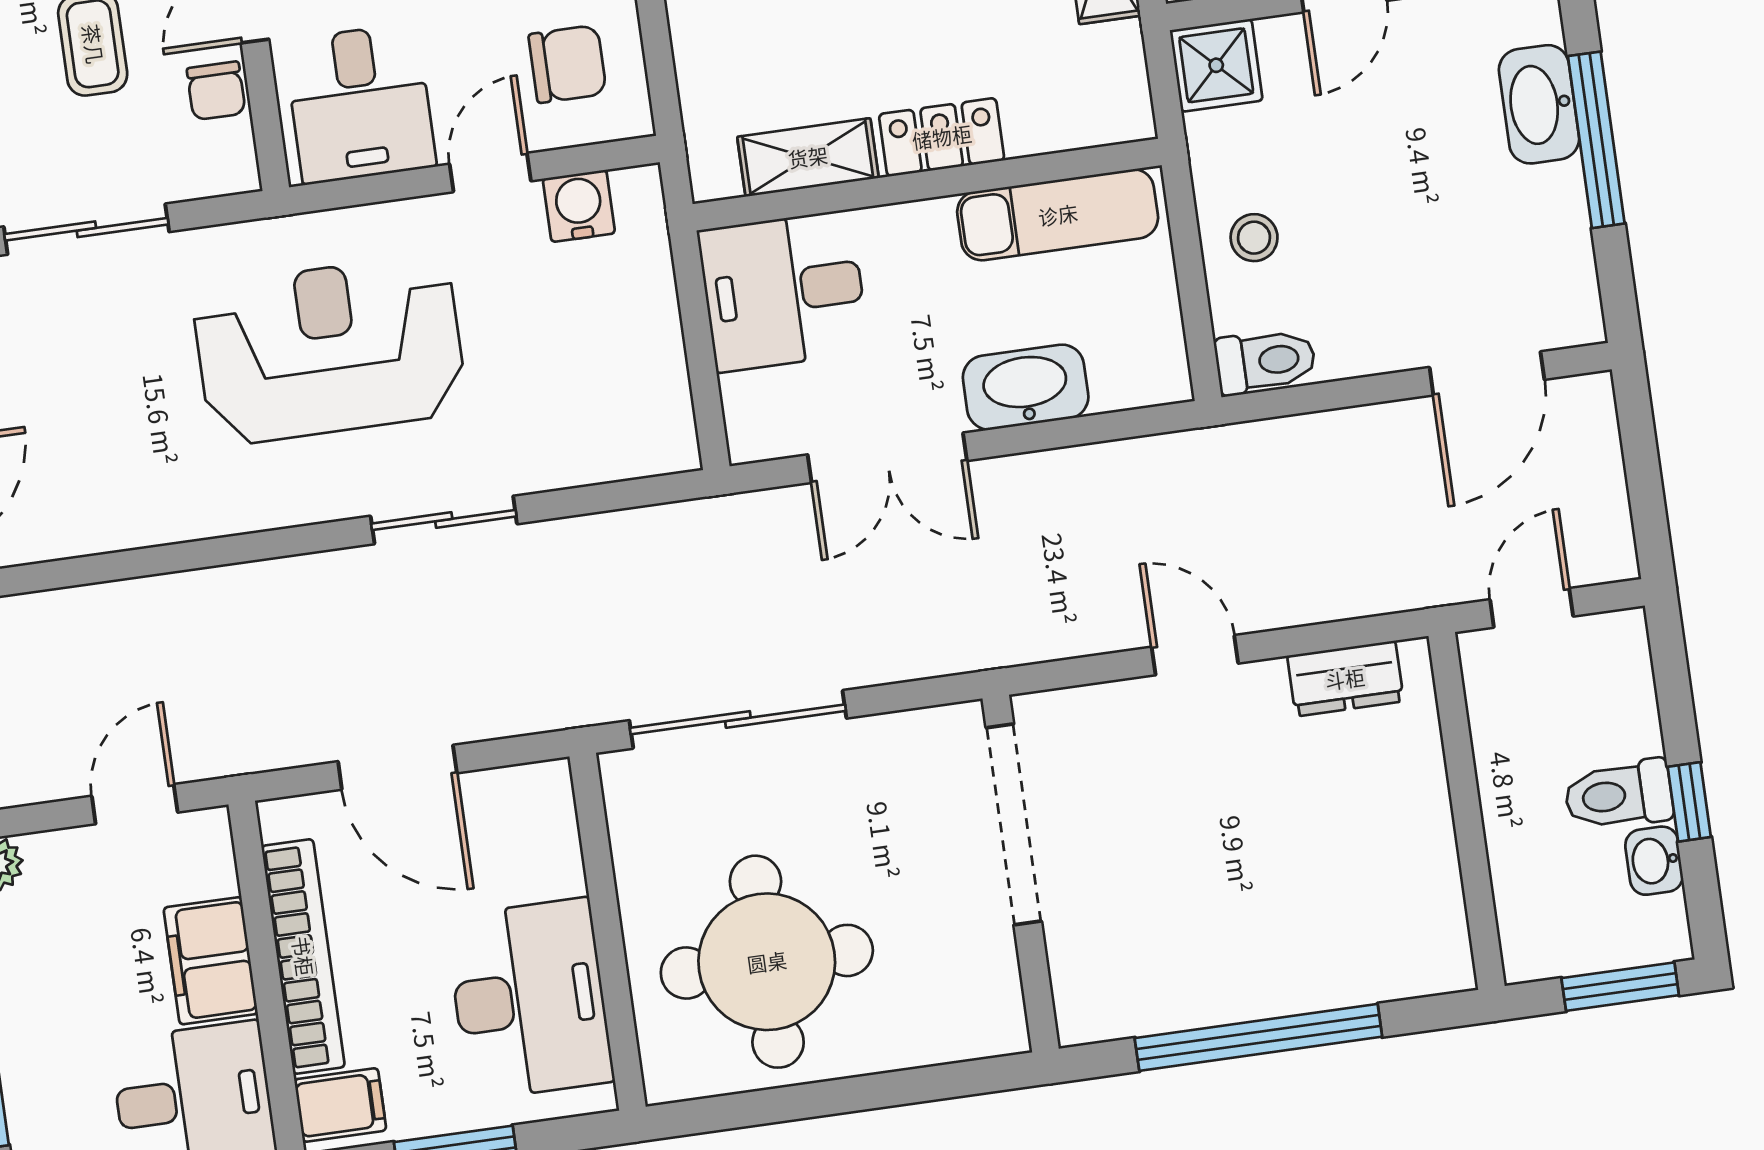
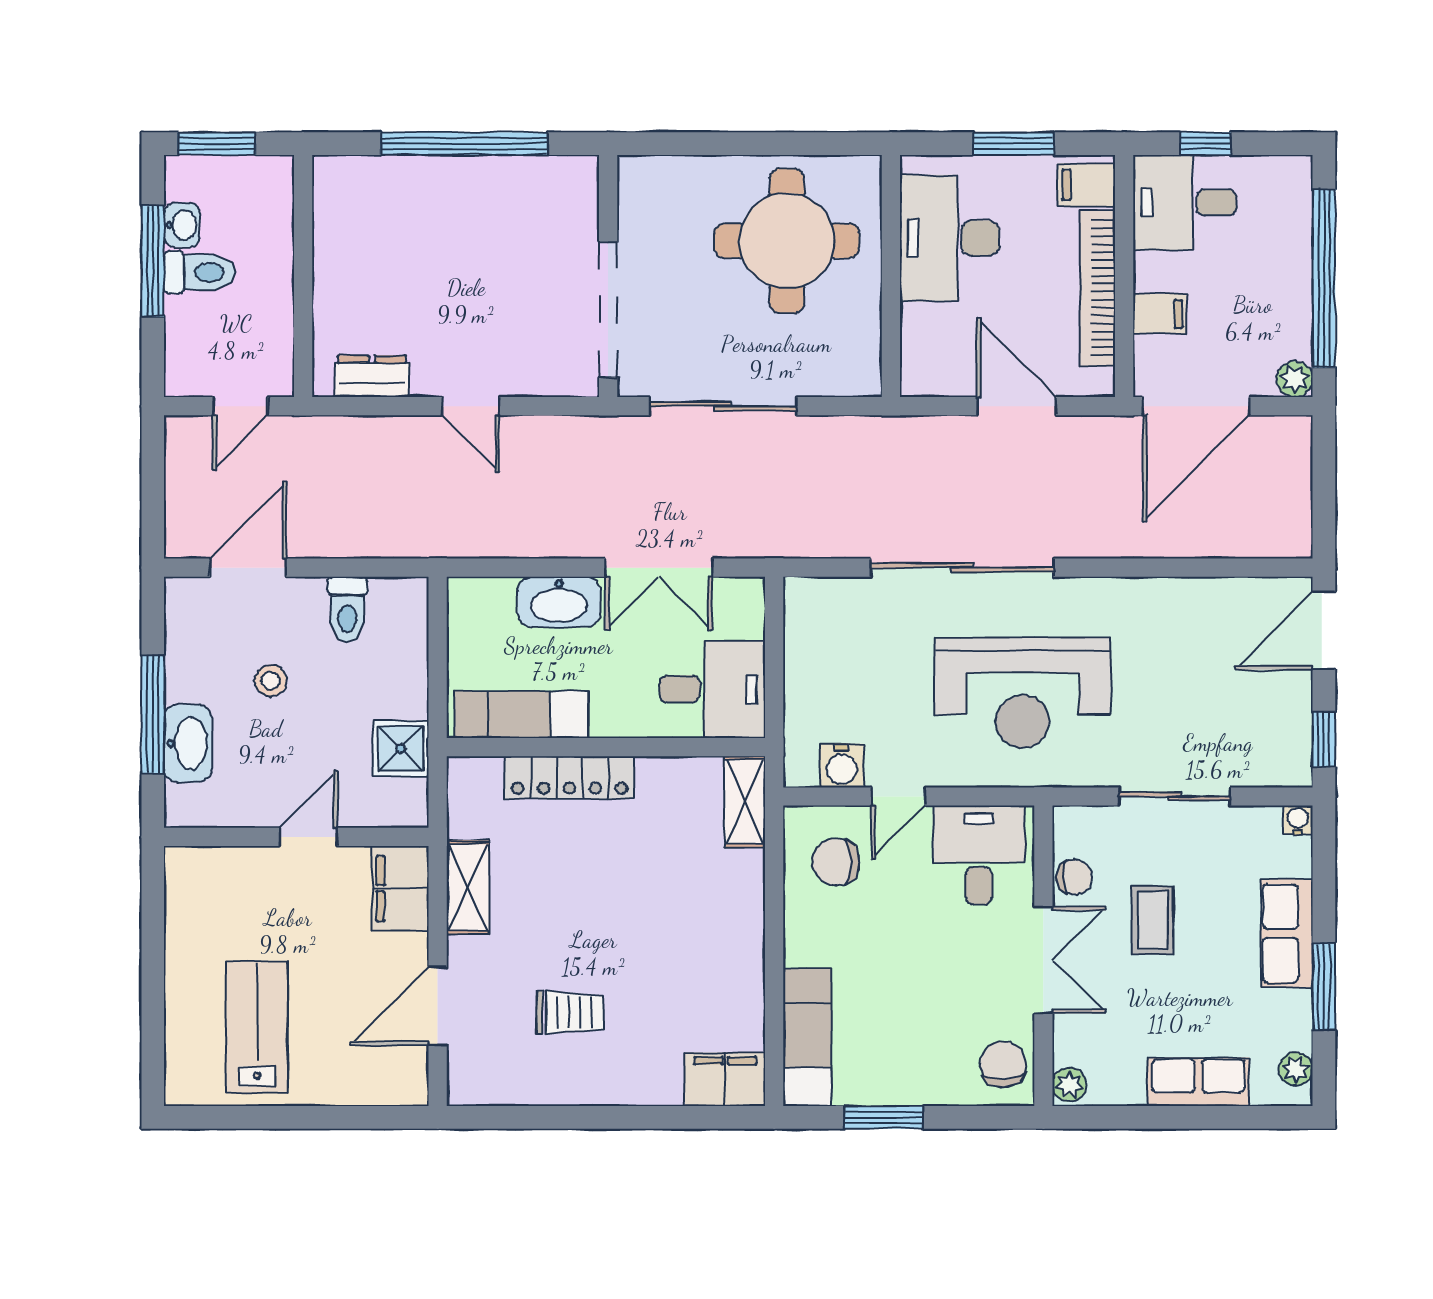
shower: (1216, 65) -> (401, 748), moved
chair: (216, 91) -> (1074, 877), turned 90
locker: (942, 137) -> (570, 778), width x1.53
shelving: (808, 157) -> (745, 802), moved, turned 90
stool: (1254, 238) -> (271, 681), moved
toilet: (1265, 361) -> (347, 610), moved, turned -90
double door: (887, 458) -> (658, 568), swing flipped
sliding door: (444, 520) -> (962, 568), width x1.86
sliding door: (738, 719) -> (723, 406), moved
window: (1689, 802) -> (153, 261), width x2.17
door: (135, 804) -> (1196, 406), width x1.88
filing cabinet: (211, 961) -> (1160, 314), width x0.50

